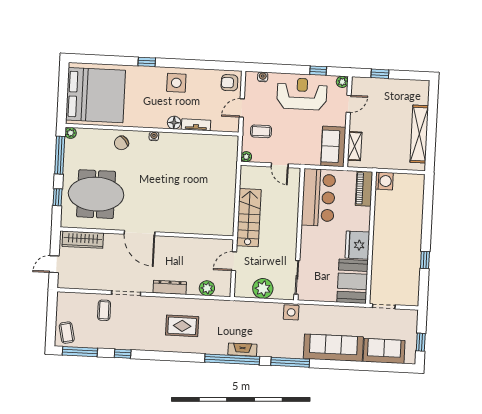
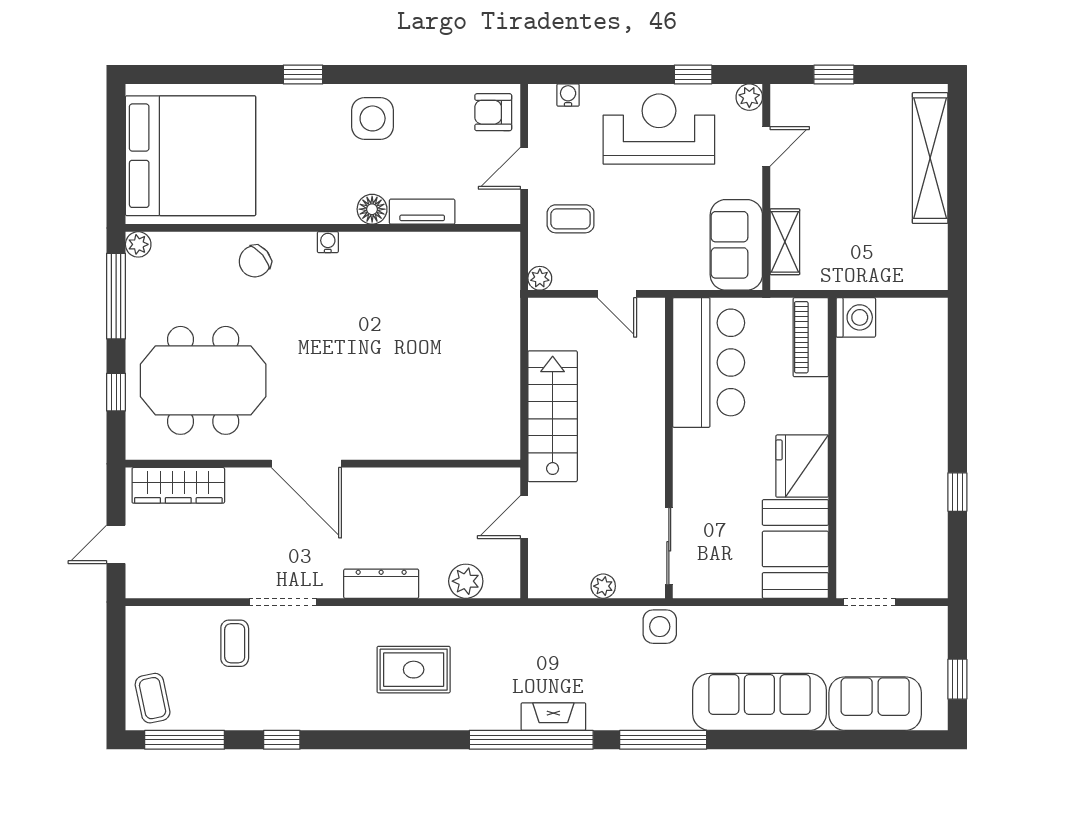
shelving: (419, 134) -> (930, 158), moved
plant: (263, 288) -> (603, 586), width x0.53, depth x0.53

